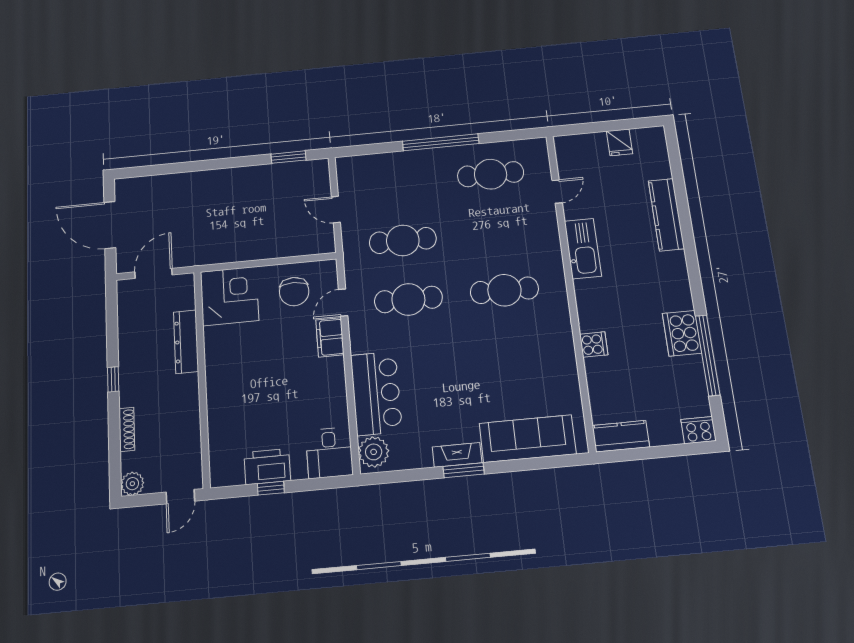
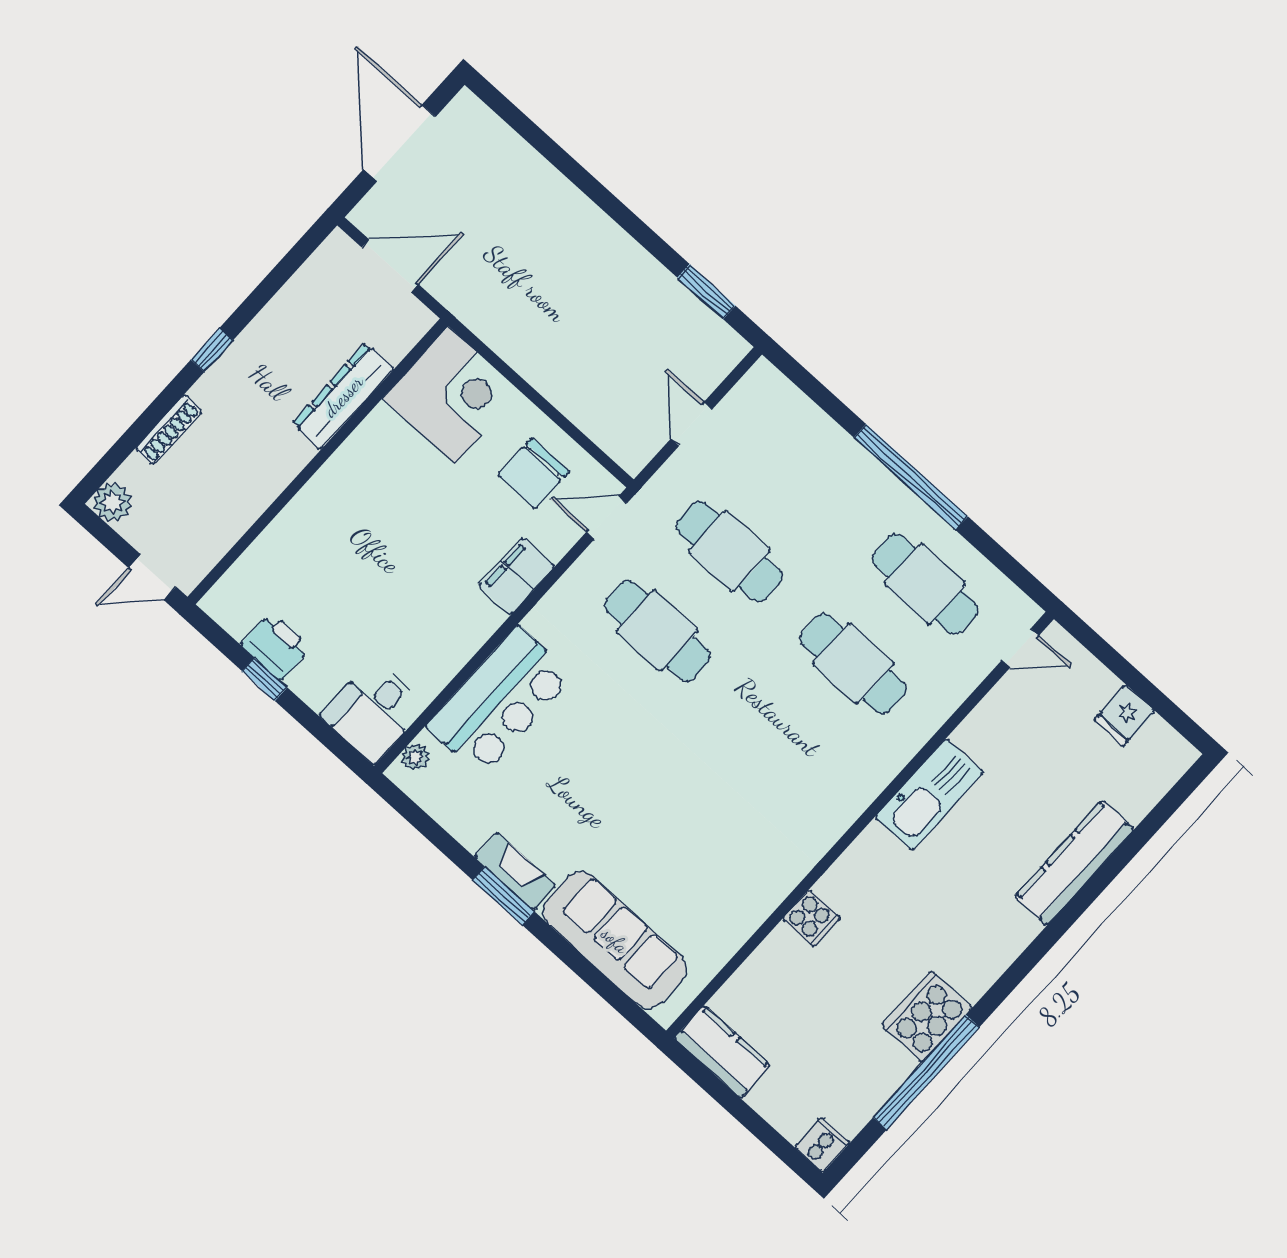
door: (557, 192) -> (1020, 648), moved
cafe table: (504, 290) -> (853, 664), moved
door: (343, 303) -> (607, 518), moved
cooker: (699, 430) -> (822, 1145), width x0.73
plant: (374, 452) -> (416, 757), width x0.53, depth x0.53
printer: (267, 467) -> (276, 646), width x0.73, depth x0.84

